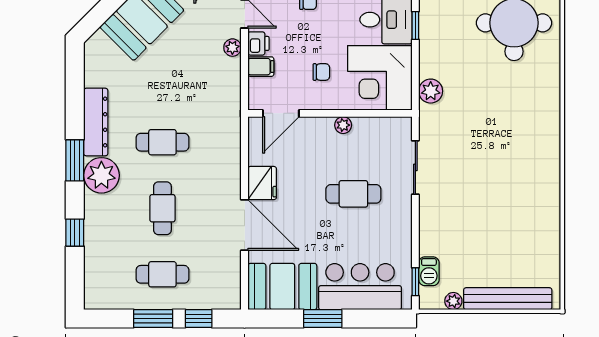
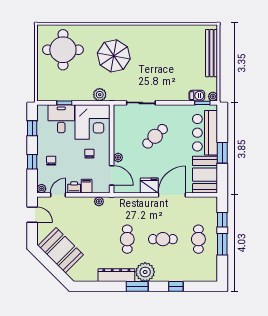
plant: (232, 48) -> (99, 201), moved
parasol: (503, 117) -> (114, 56), added
plant: (343, 125) -> (118, 157), moved
cafe table: (353, 194) -> (155, 136), turned 46
plant: (453, 301) -> (213, 96), moved

